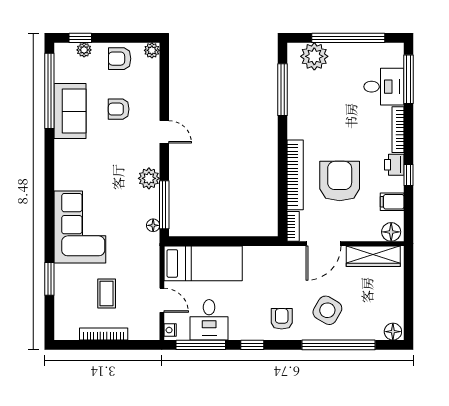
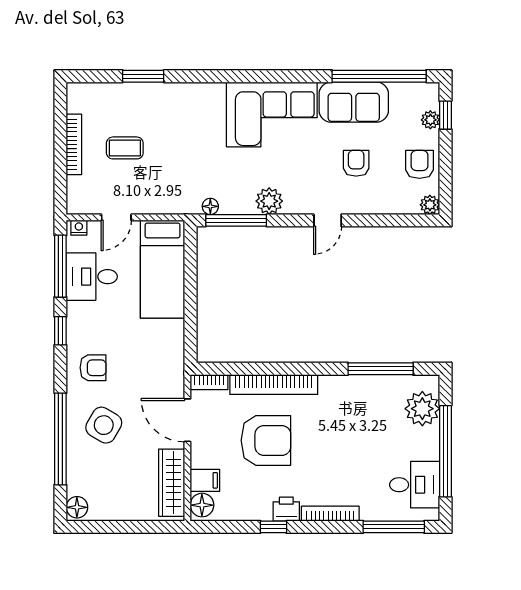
desk: (384, 87) -> (415, 485), moved, turned -90
filing cabinet: (392, 202) -> (205, 480), moved, turned 90
corner sofa: (80, 227) -> (272, 114), moved

